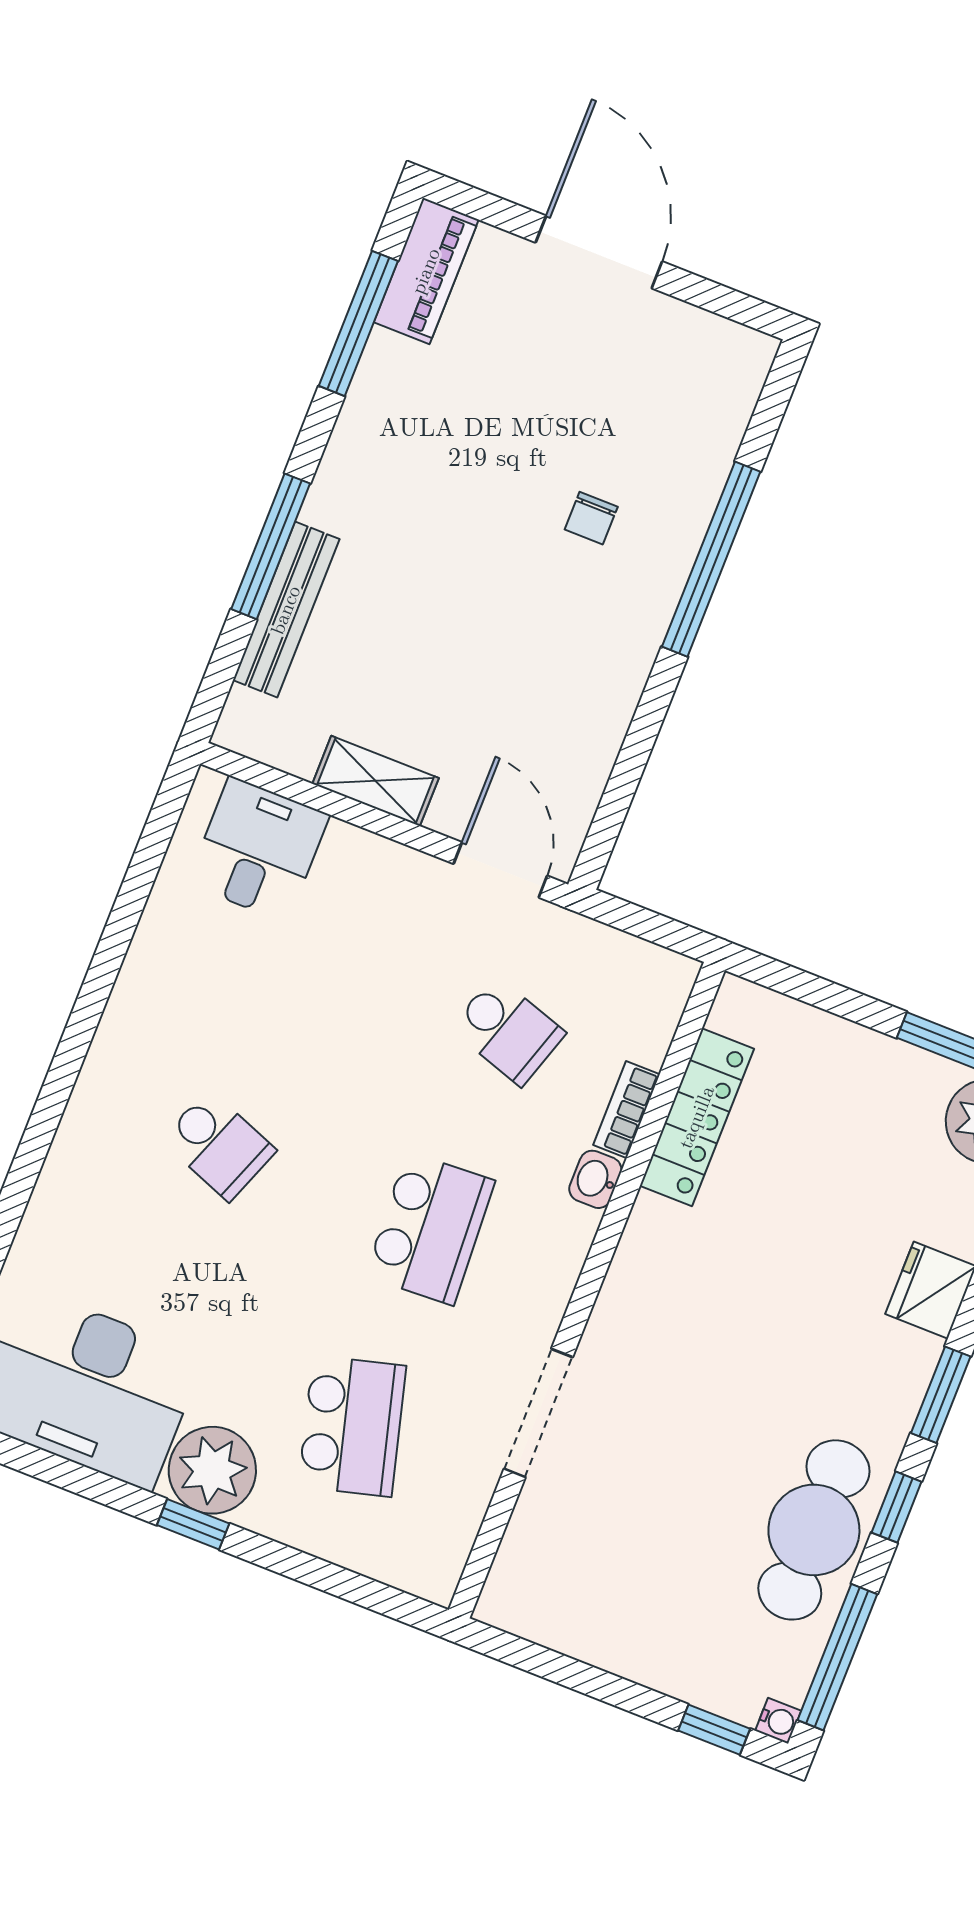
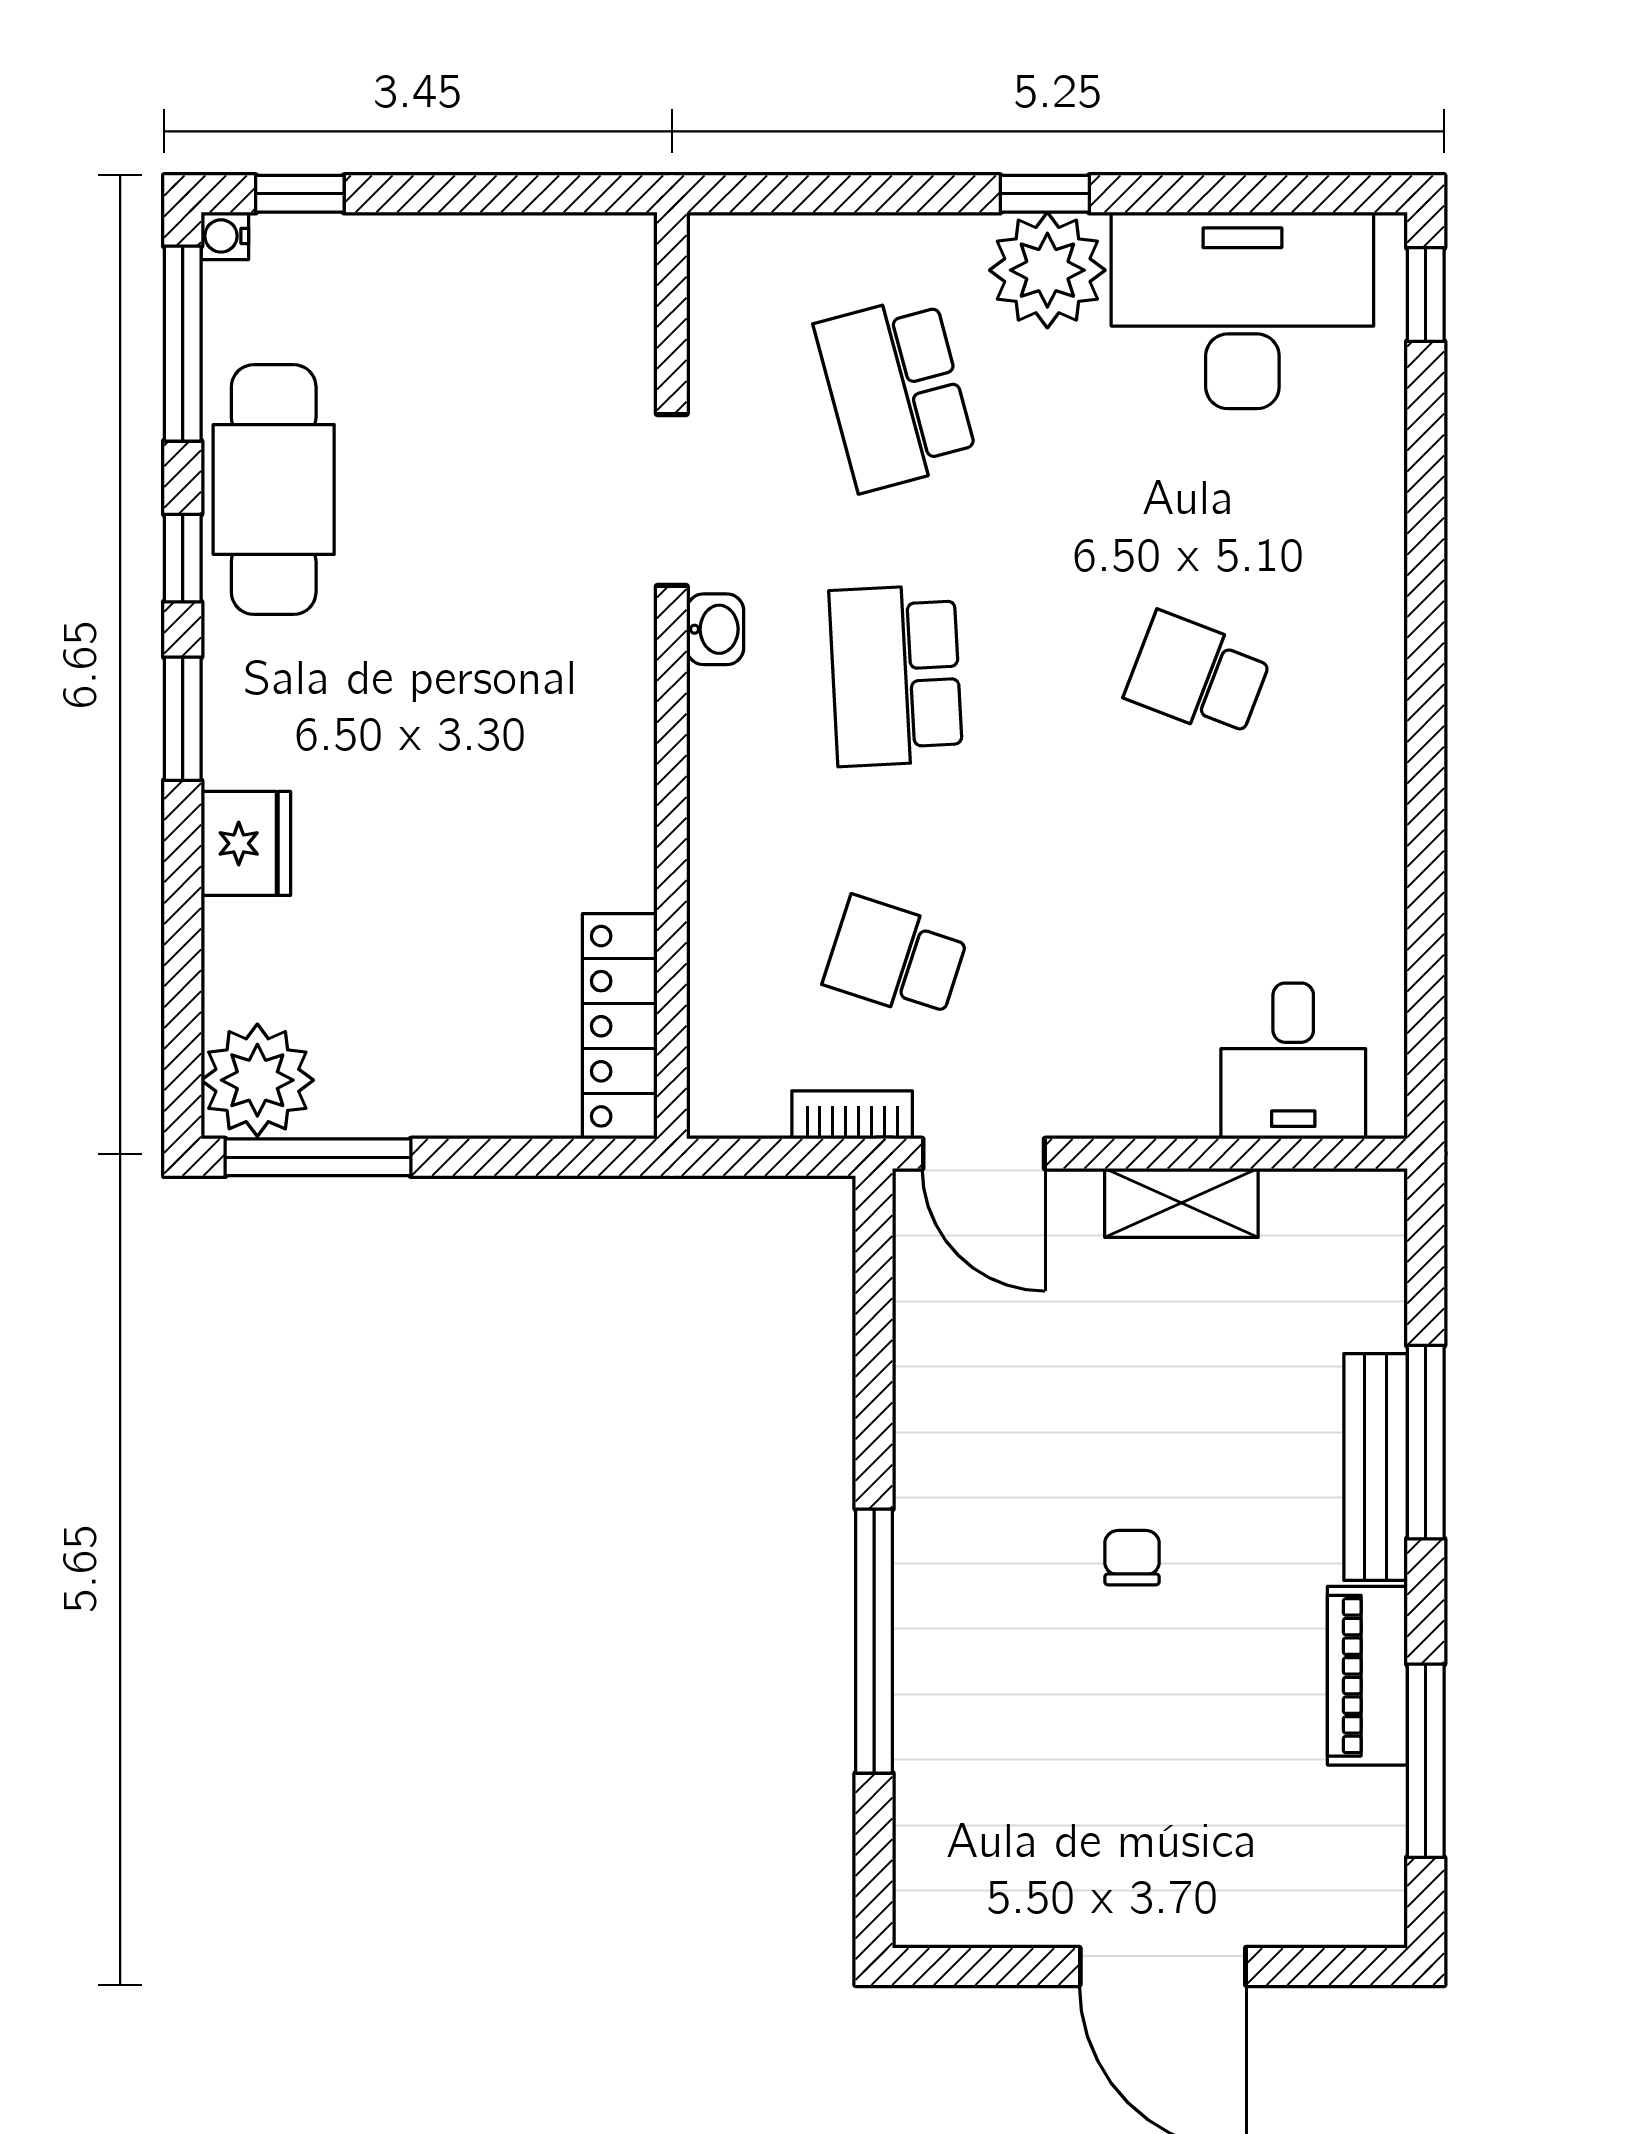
piano: (426, 271) -> (1367, 1676), moved
chair: (591, 518) -> (1132, 1558), moved
bench: (286, 610) -> (1376, 1467), moved
bookcase: (626, 1110) -> (852, 1115), moved, turned -90
locker: (697, 1117) -> (620, 1026), moved
washbasin: (595, 1179) -> (715, 629), moved

